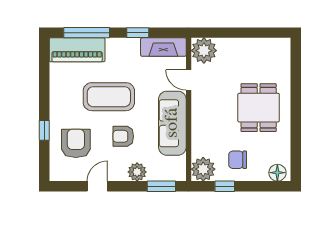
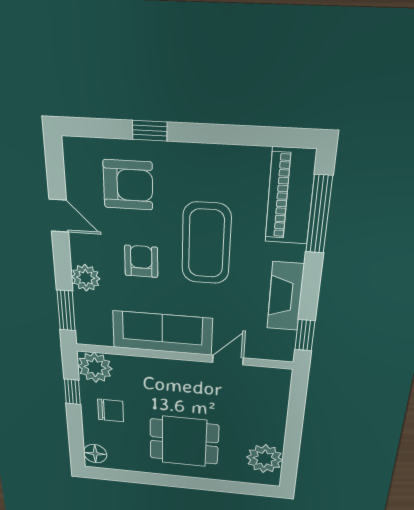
window: (138, 33) -> (305, 335), moved
fireplace: (163, 47) -> (285, 297), moved
plant: (204, 51) -> (265, 459), moved
chair: (238, 160) -> (111, 410), turned 90

